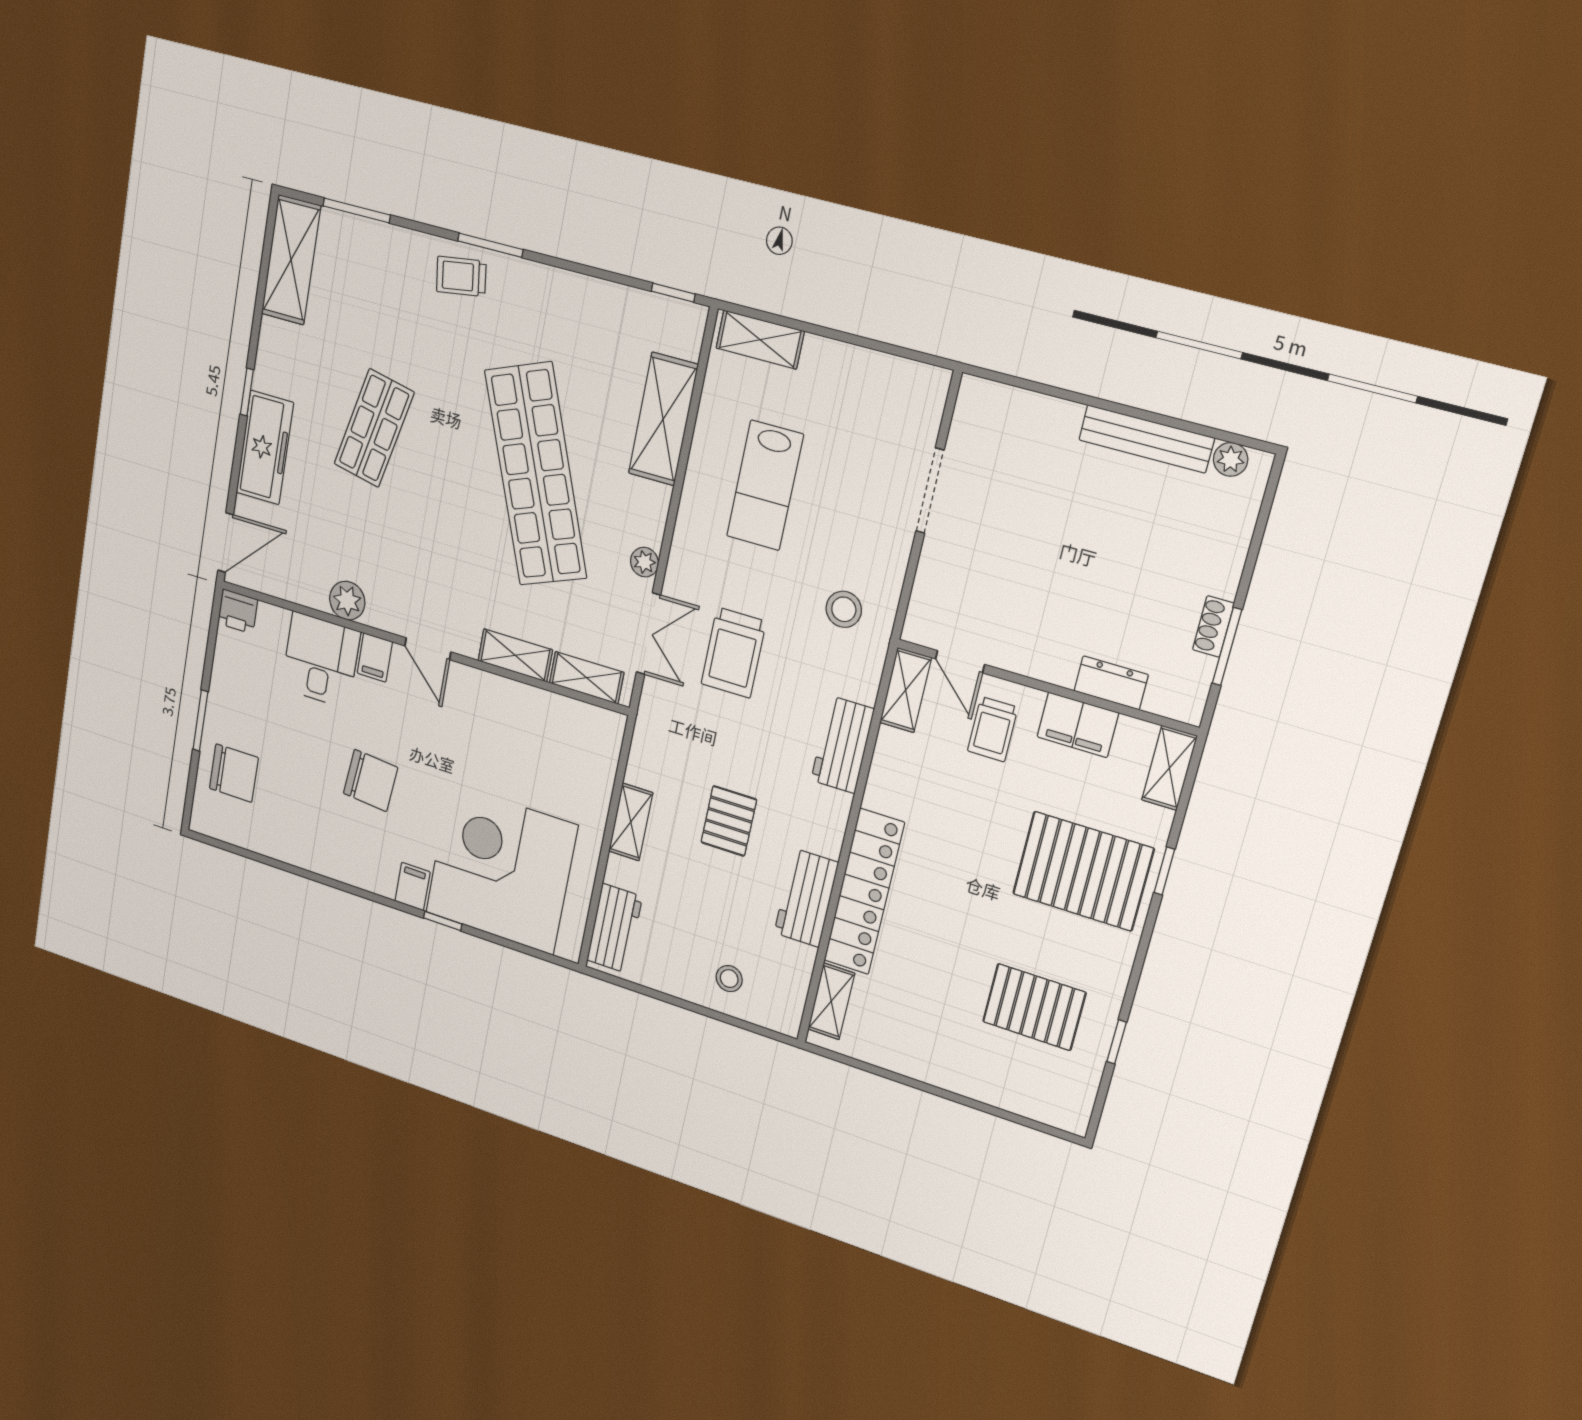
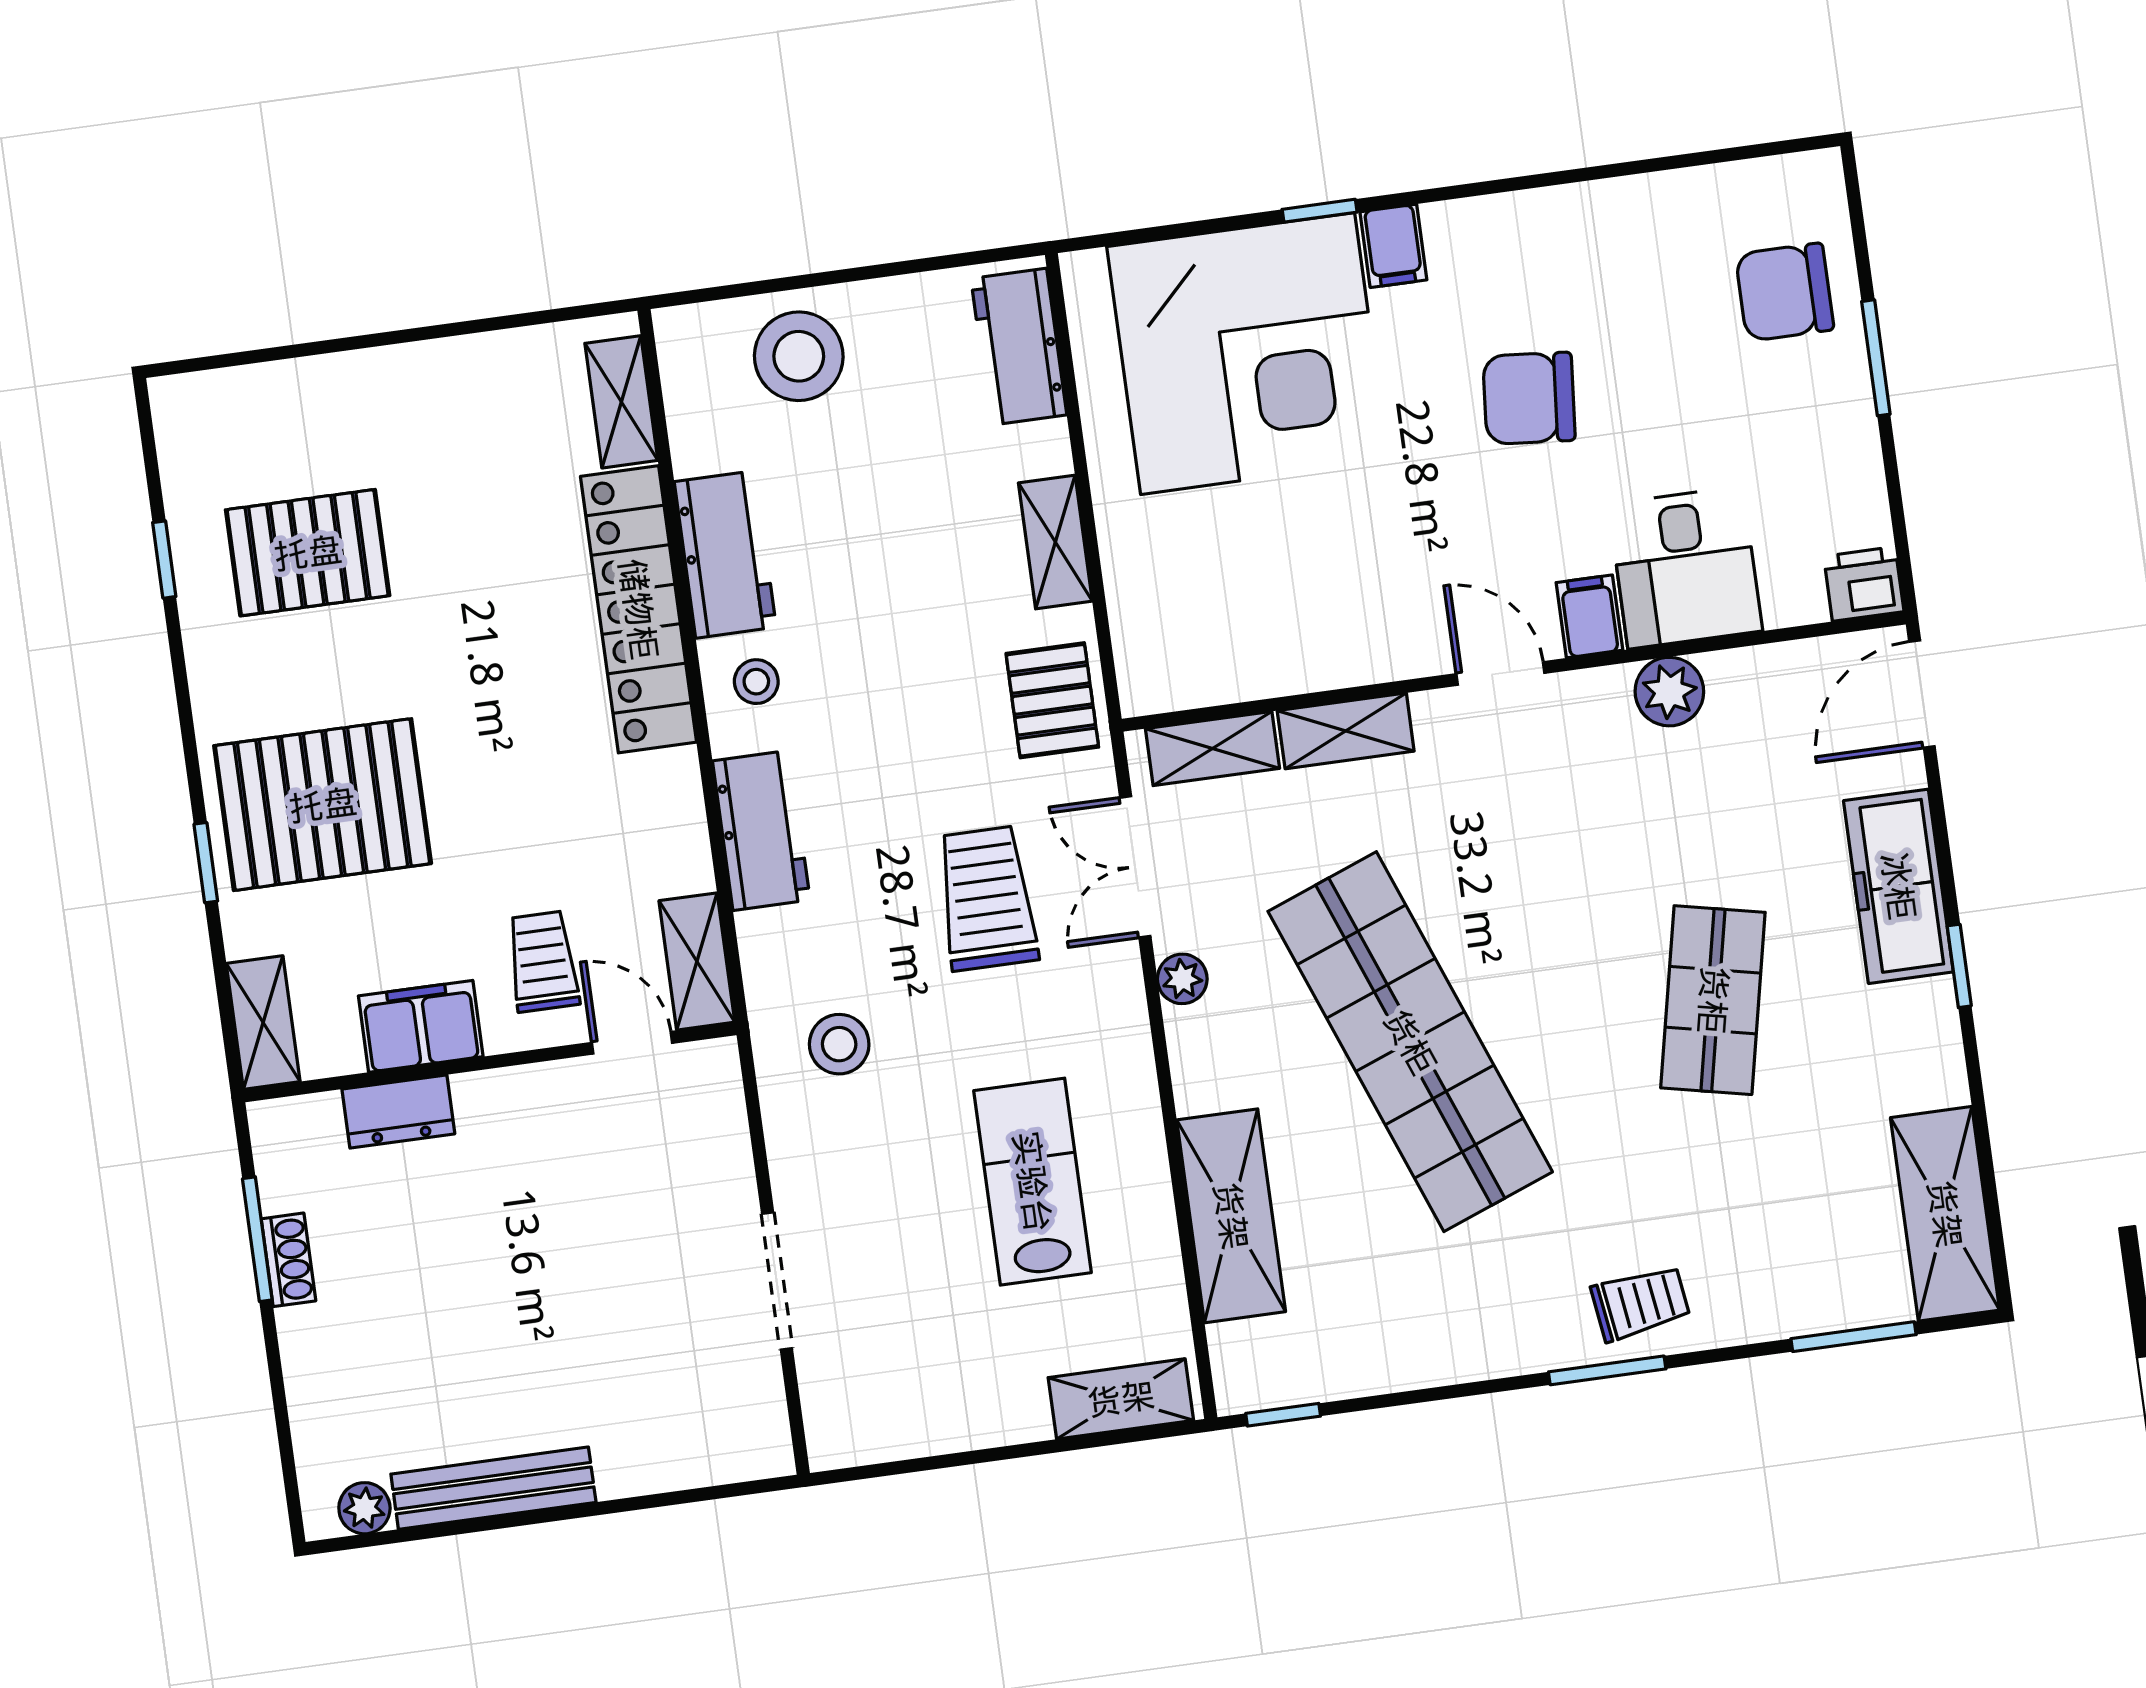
pallet: (729, 821) -> (1052, 700), moved
stool: (815, 825) -> (756, 682), added
stool: (729, 979) -> (799, 356), width x1.89, depth x1.89

